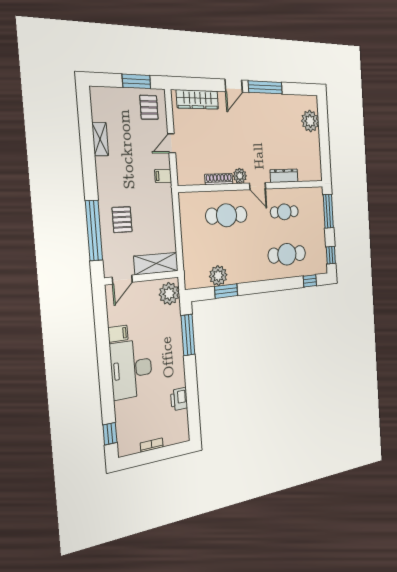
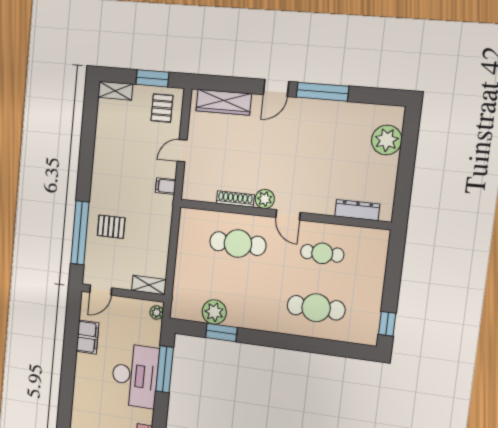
shelving: (100, 139) -> (115, 91), moved, turned 90
dresser: (284, 176) -> (357, 210), moved
window: (328, 211) -> (394, 265), removed
pallet: (122, 220) -> (111, 227), turned 90
shelving: (156, 264) -> (149, 285), width x0.67, depth x0.75
window: (310, 281) -> (346, 350), removed
plant: (169, 294) -> (157, 312), width x0.53, depth x0.53
filing cabinet: (118, 334) -> (88, 337), width x2.00
desk: (131, 369) -> (135, 376), moved, turned 180

